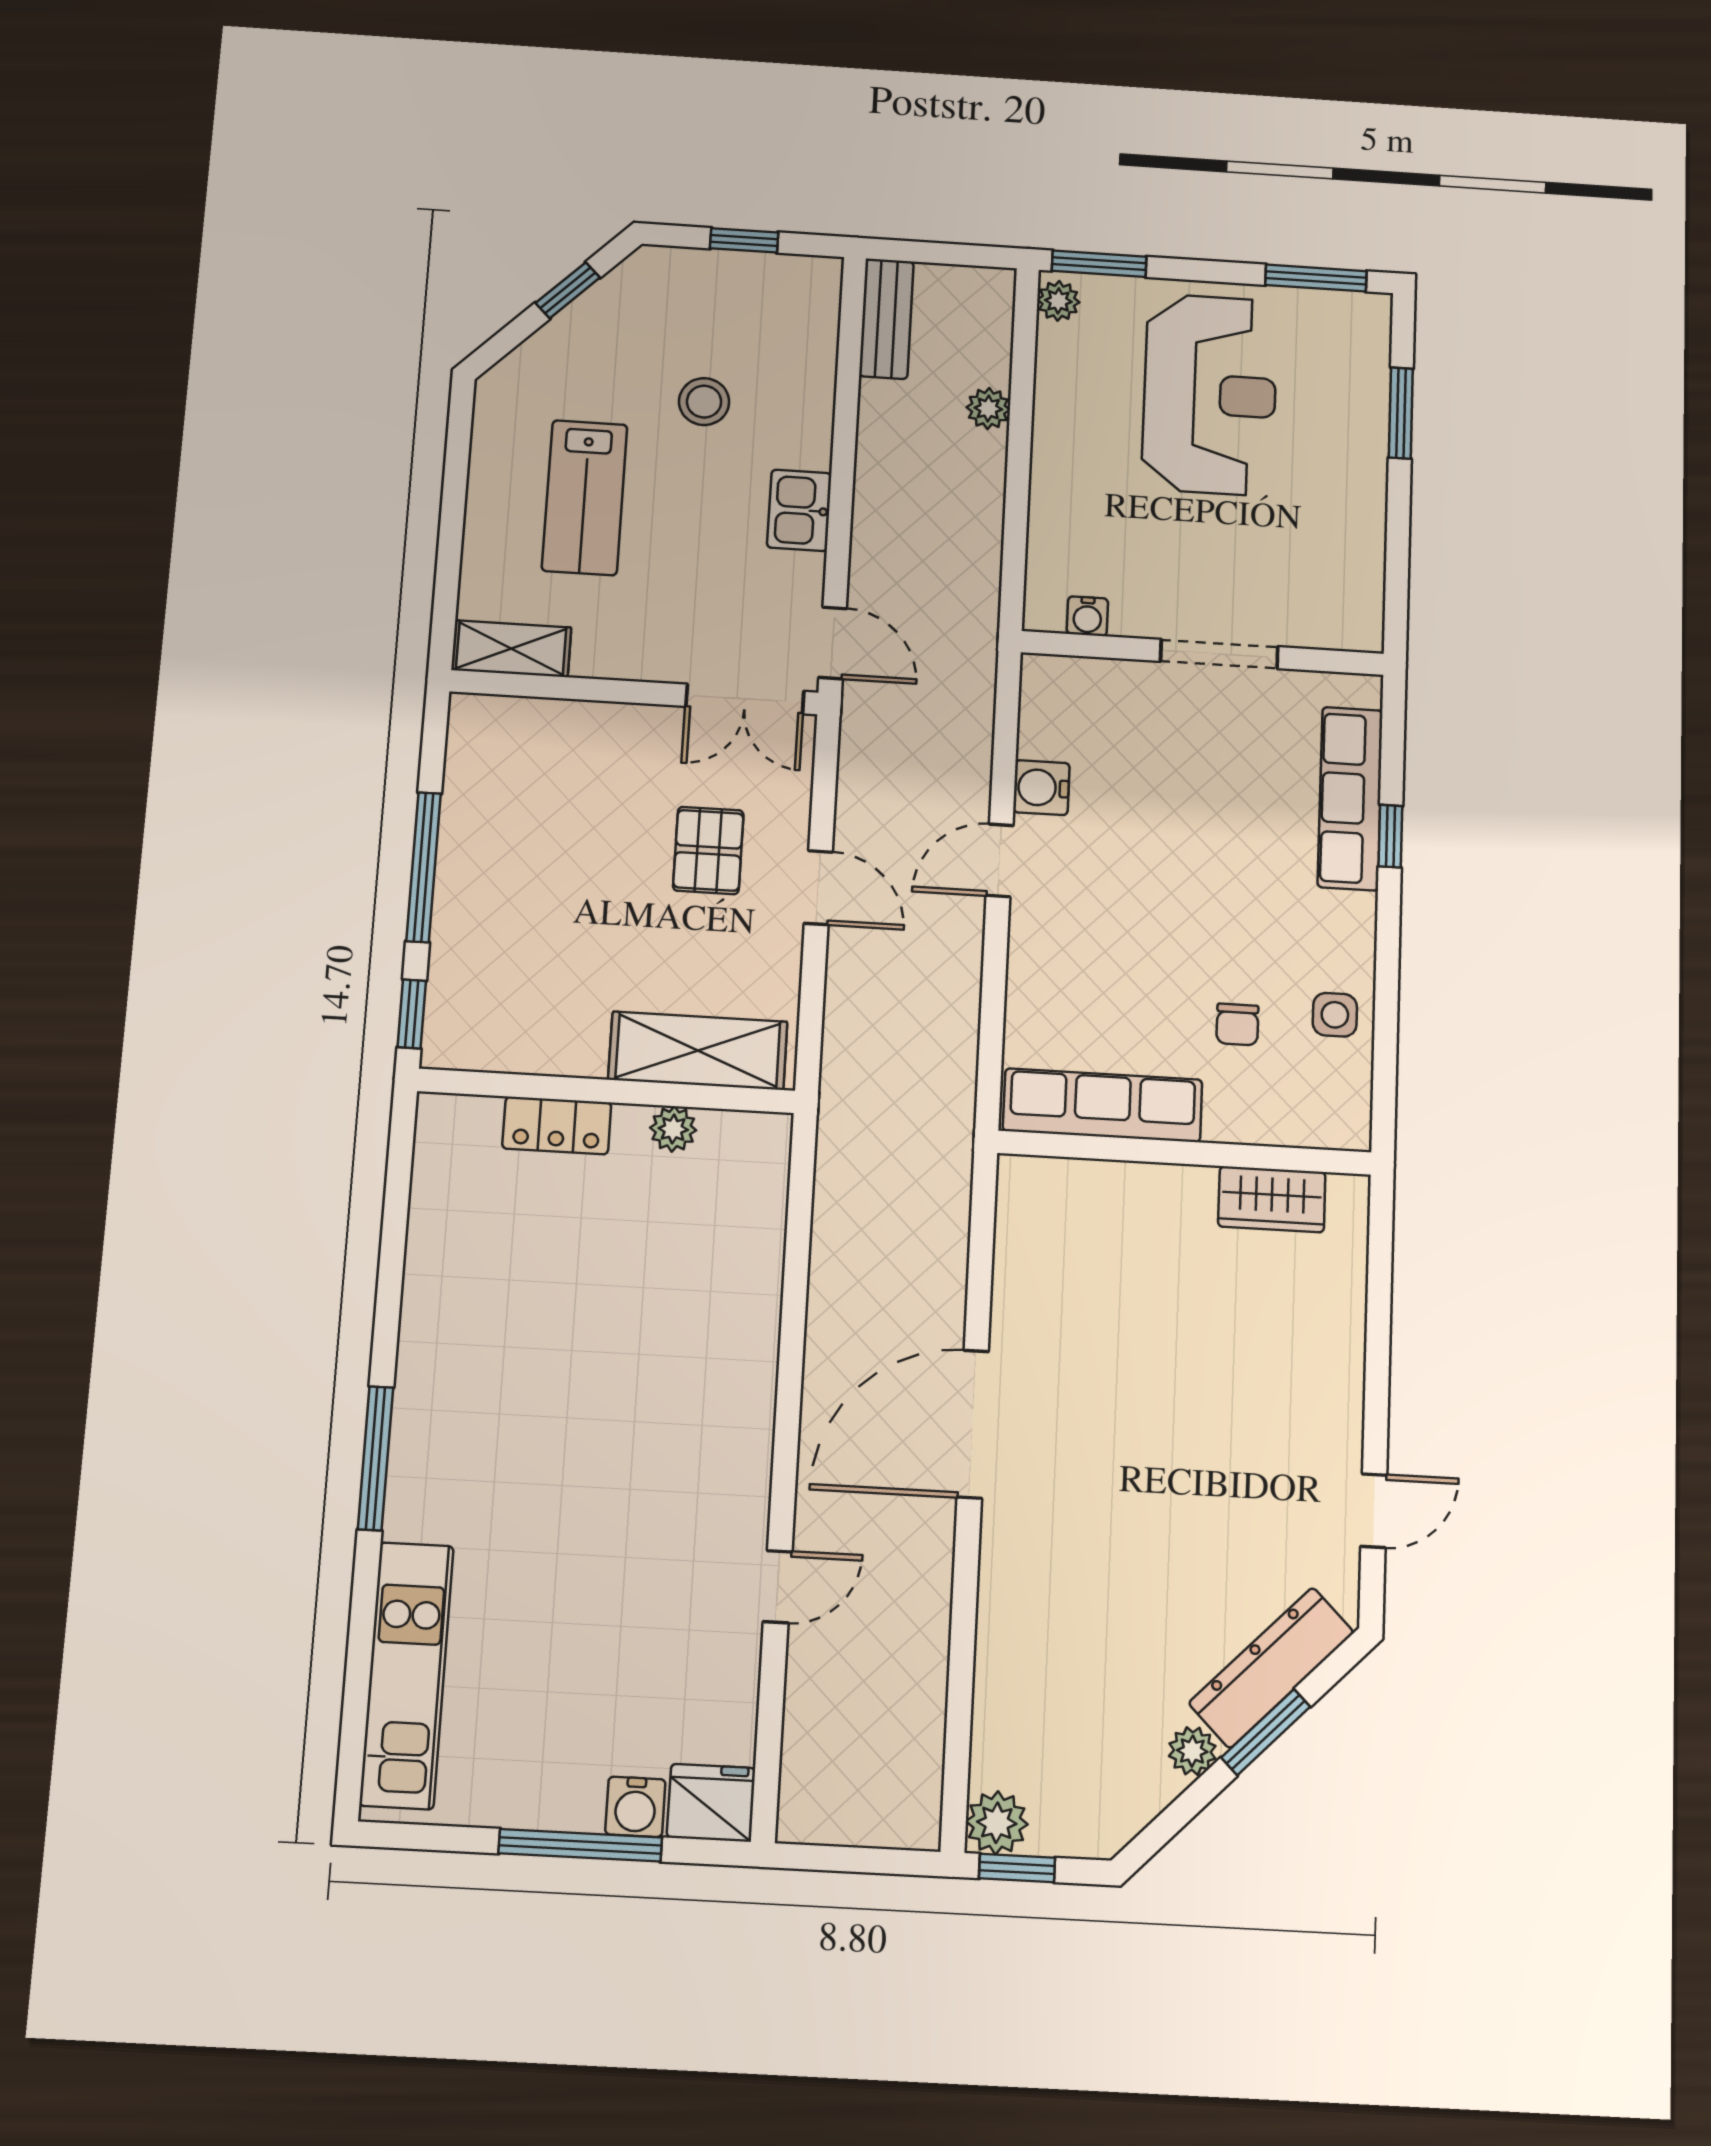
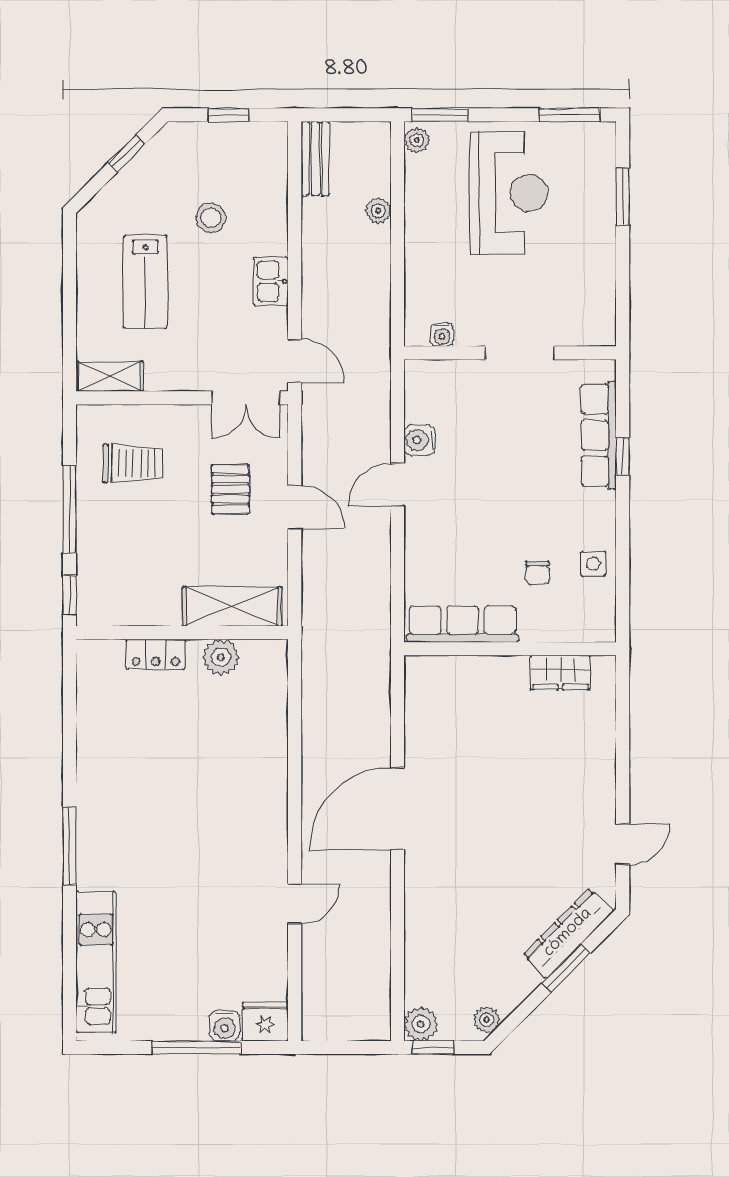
trolley: (541, 796) -> (133, 463), added
plant: (673, 1129) -> (221, 657), width x1.38, depth x1.38
plant: (1192, 1751) -> (487, 1020), moved

